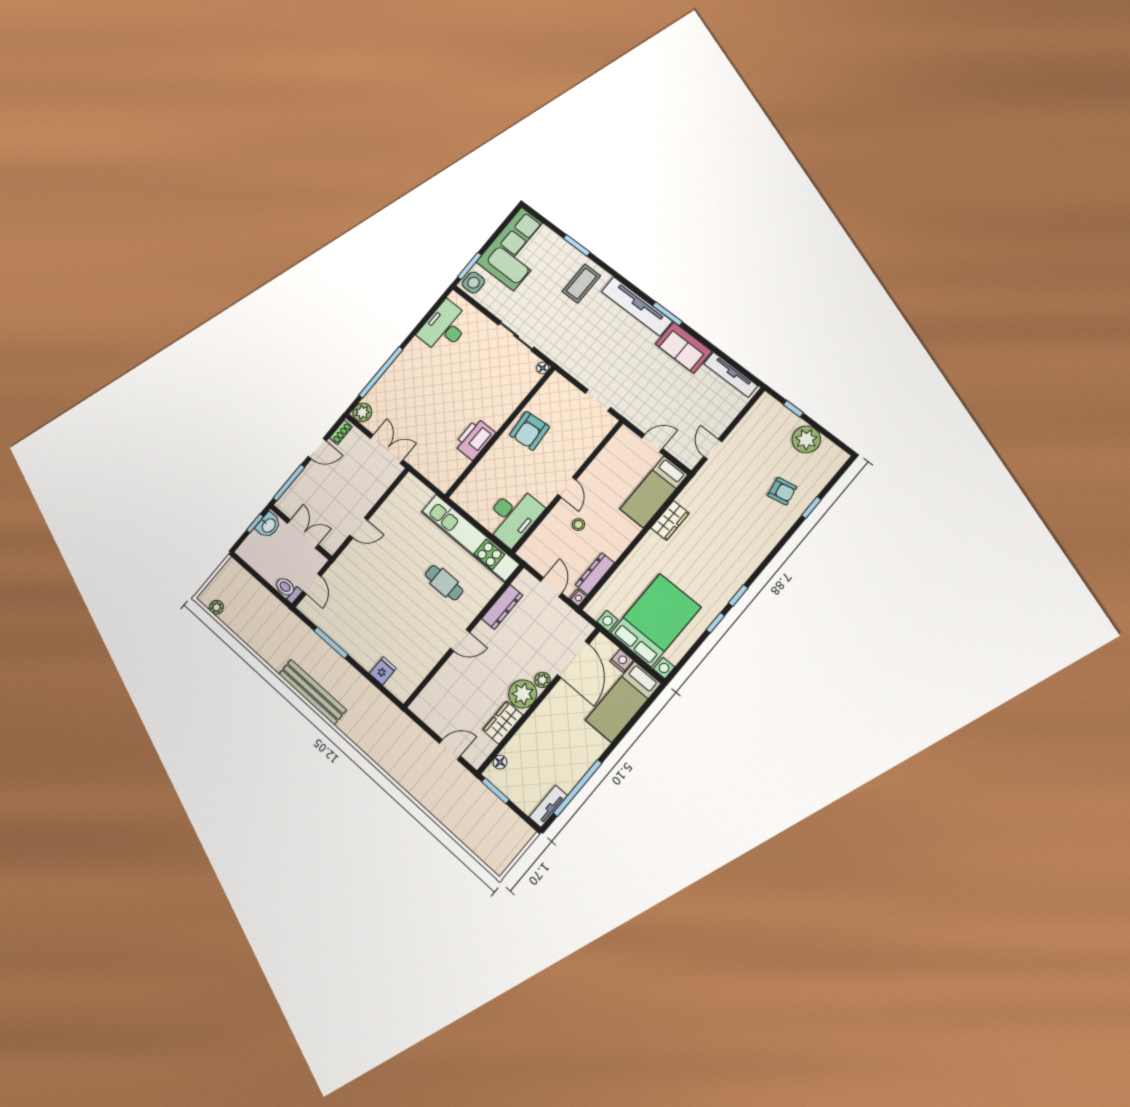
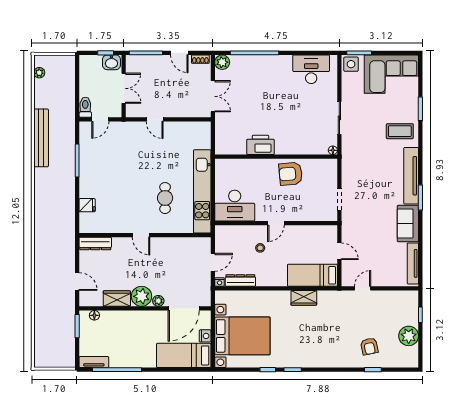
dresser: (502, 607) -> (95, 244), moved
bench: (312, 692) -> (41, 138), moved

